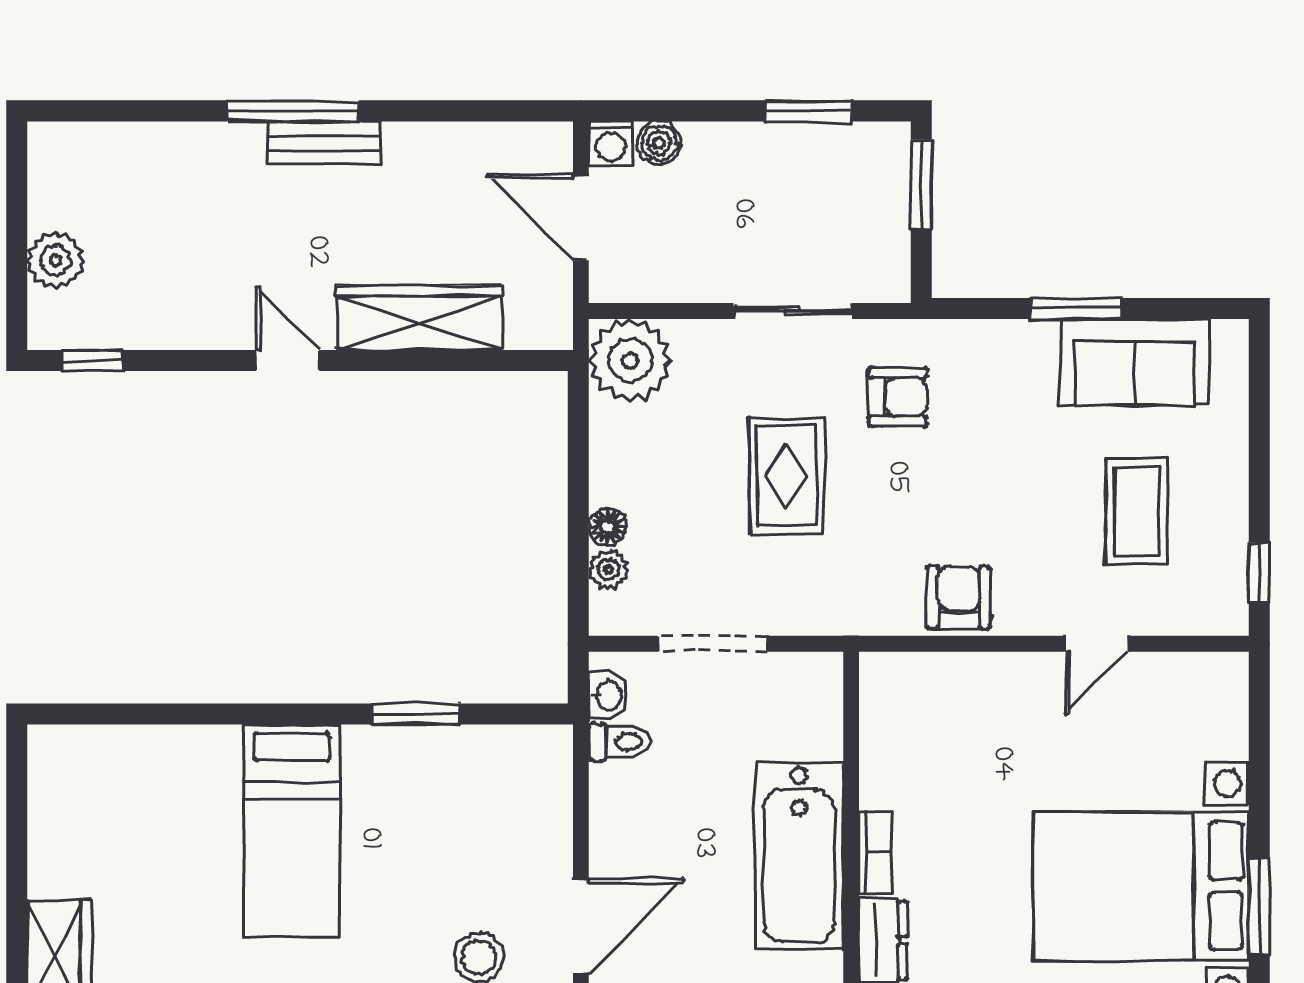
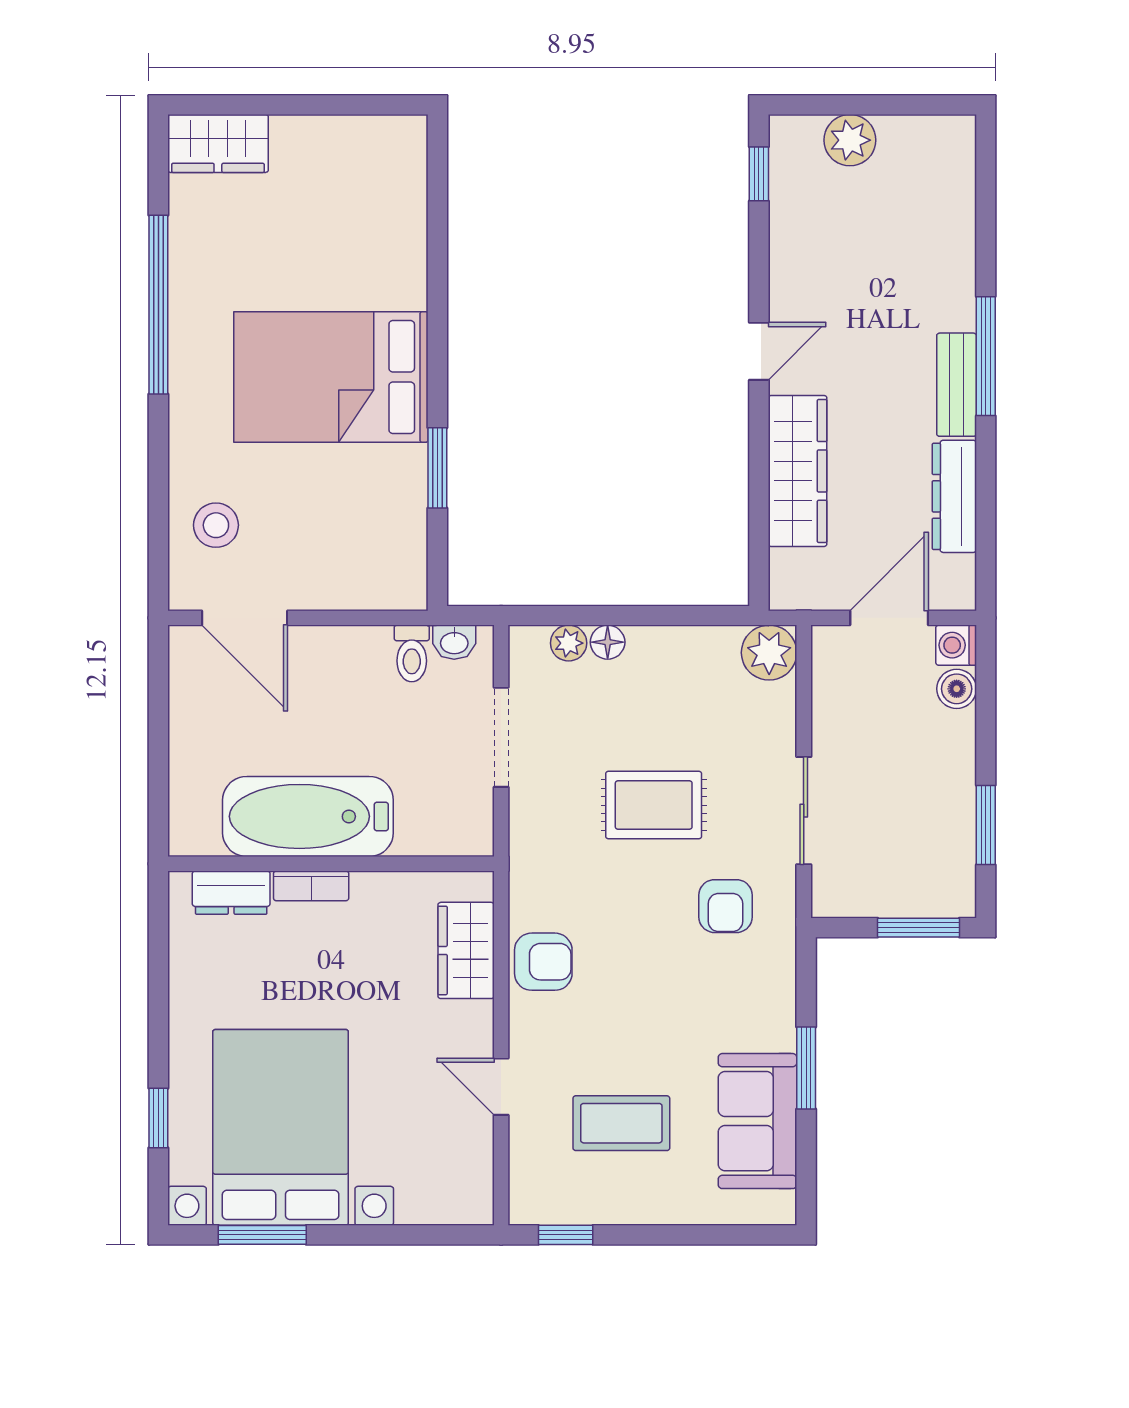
dresser: (447, 145) -> (954, 496), added
plant: (630, 360) -> (769, 653), width x0.73, depth x0.73
wardrobe: (946, 682) -> (466, 950), added
bed: (292, 831) -> (331, 377), width x1.50

